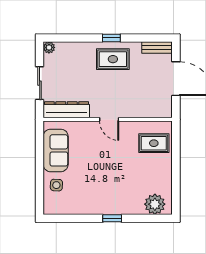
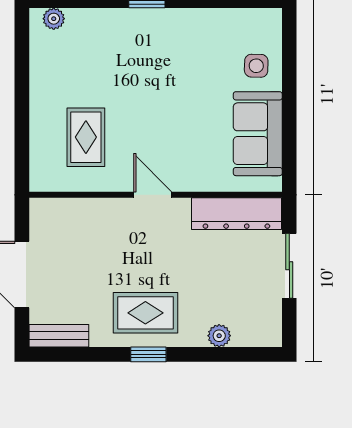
plant: (49, 47) -> (219, 336), moved
rug: (154, 143) -> (86, 137), moved, turned 90
plant: (155, 204) -> (54, 19), width x0.53, depth x0.53

